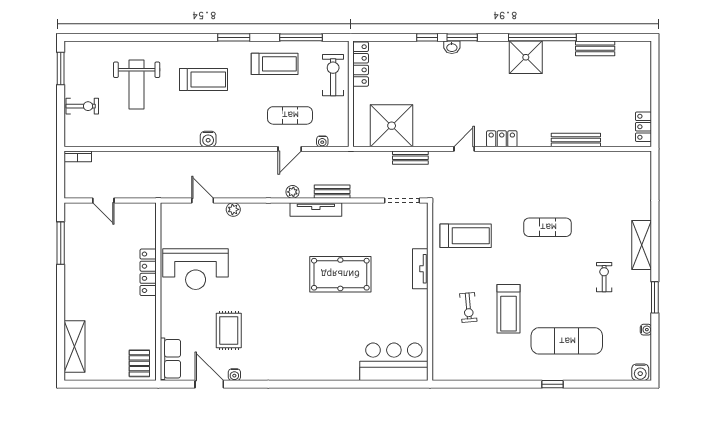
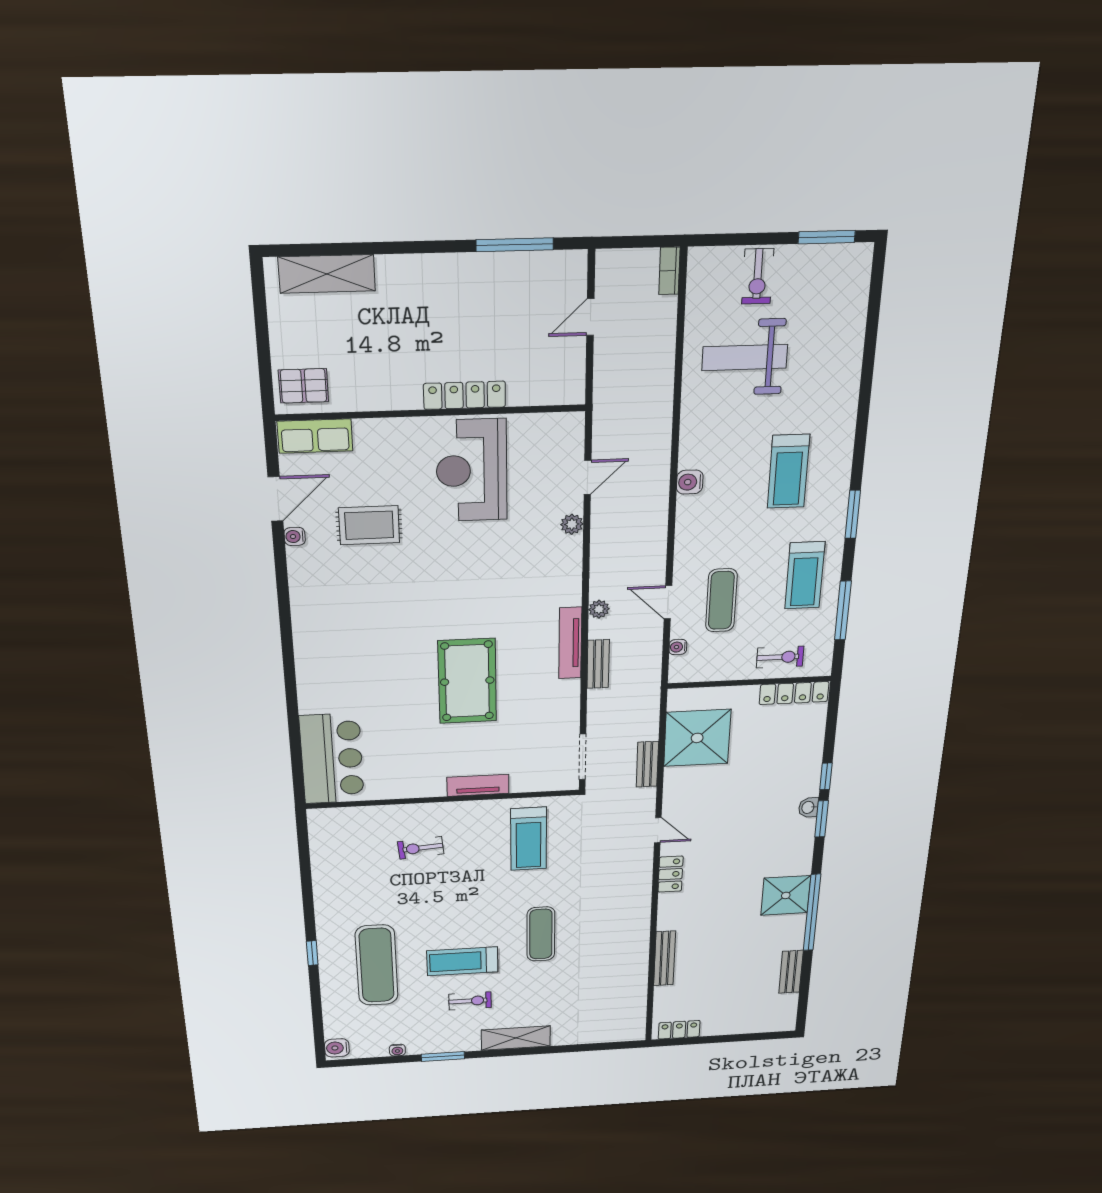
exercise bike: (333, 75) -> (780, 657), width x0.73, depth x0.72
weight bench: (137, 85) -> (745, 357), moved
treadmill: (509, 309) -> (462, 961), moved

